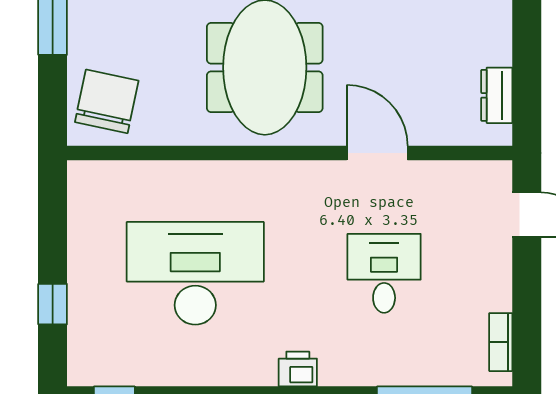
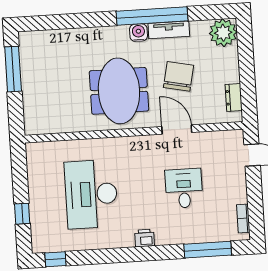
chair: (107, 101) -> (179, 76), moved
desk: (195, 273) -> (91, 194), turned -90

